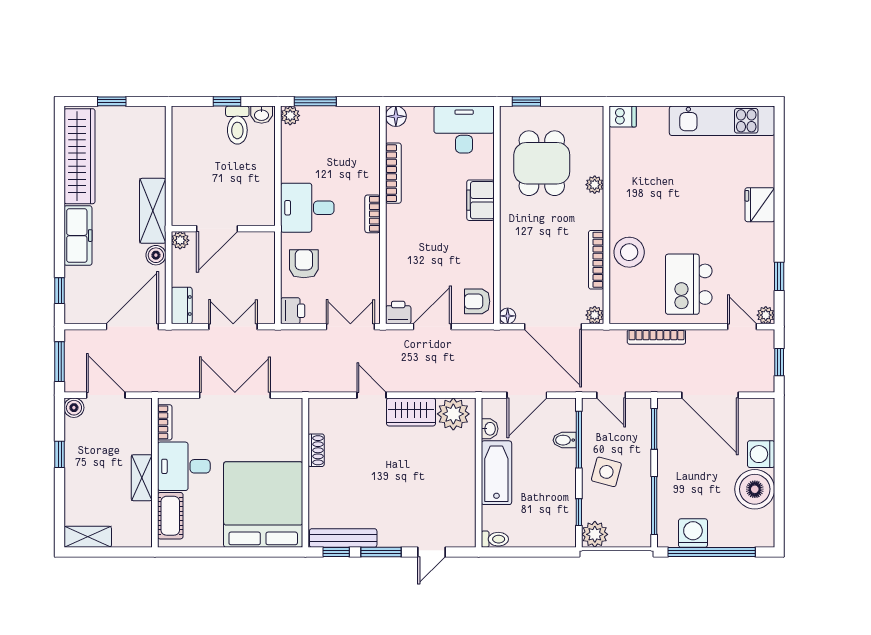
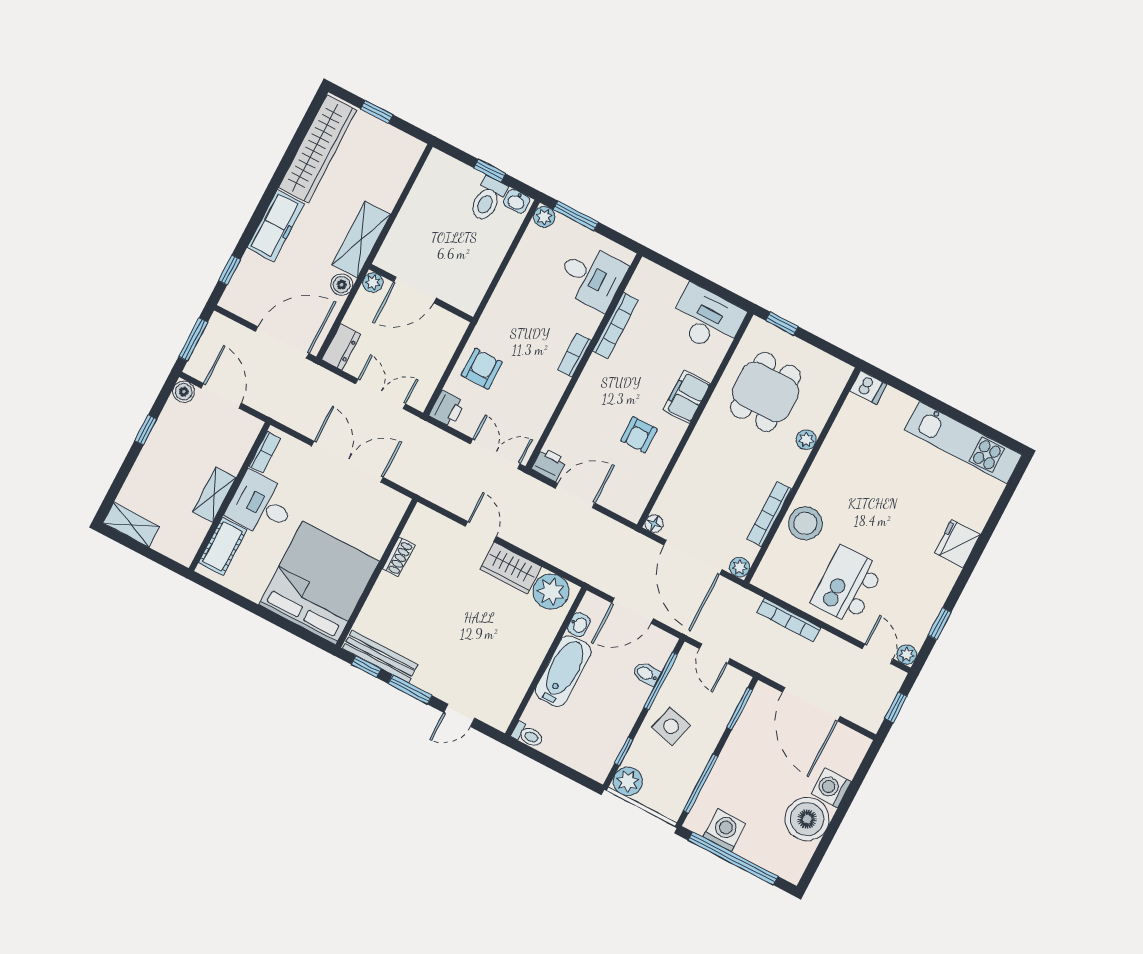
floor lamp: (396, 116) -> (647, 272), removed
desk: (307, 208) -> (592, 277), moved, turned 180
armchair: (477, 301) -> (639, 435), moved, turned -90

